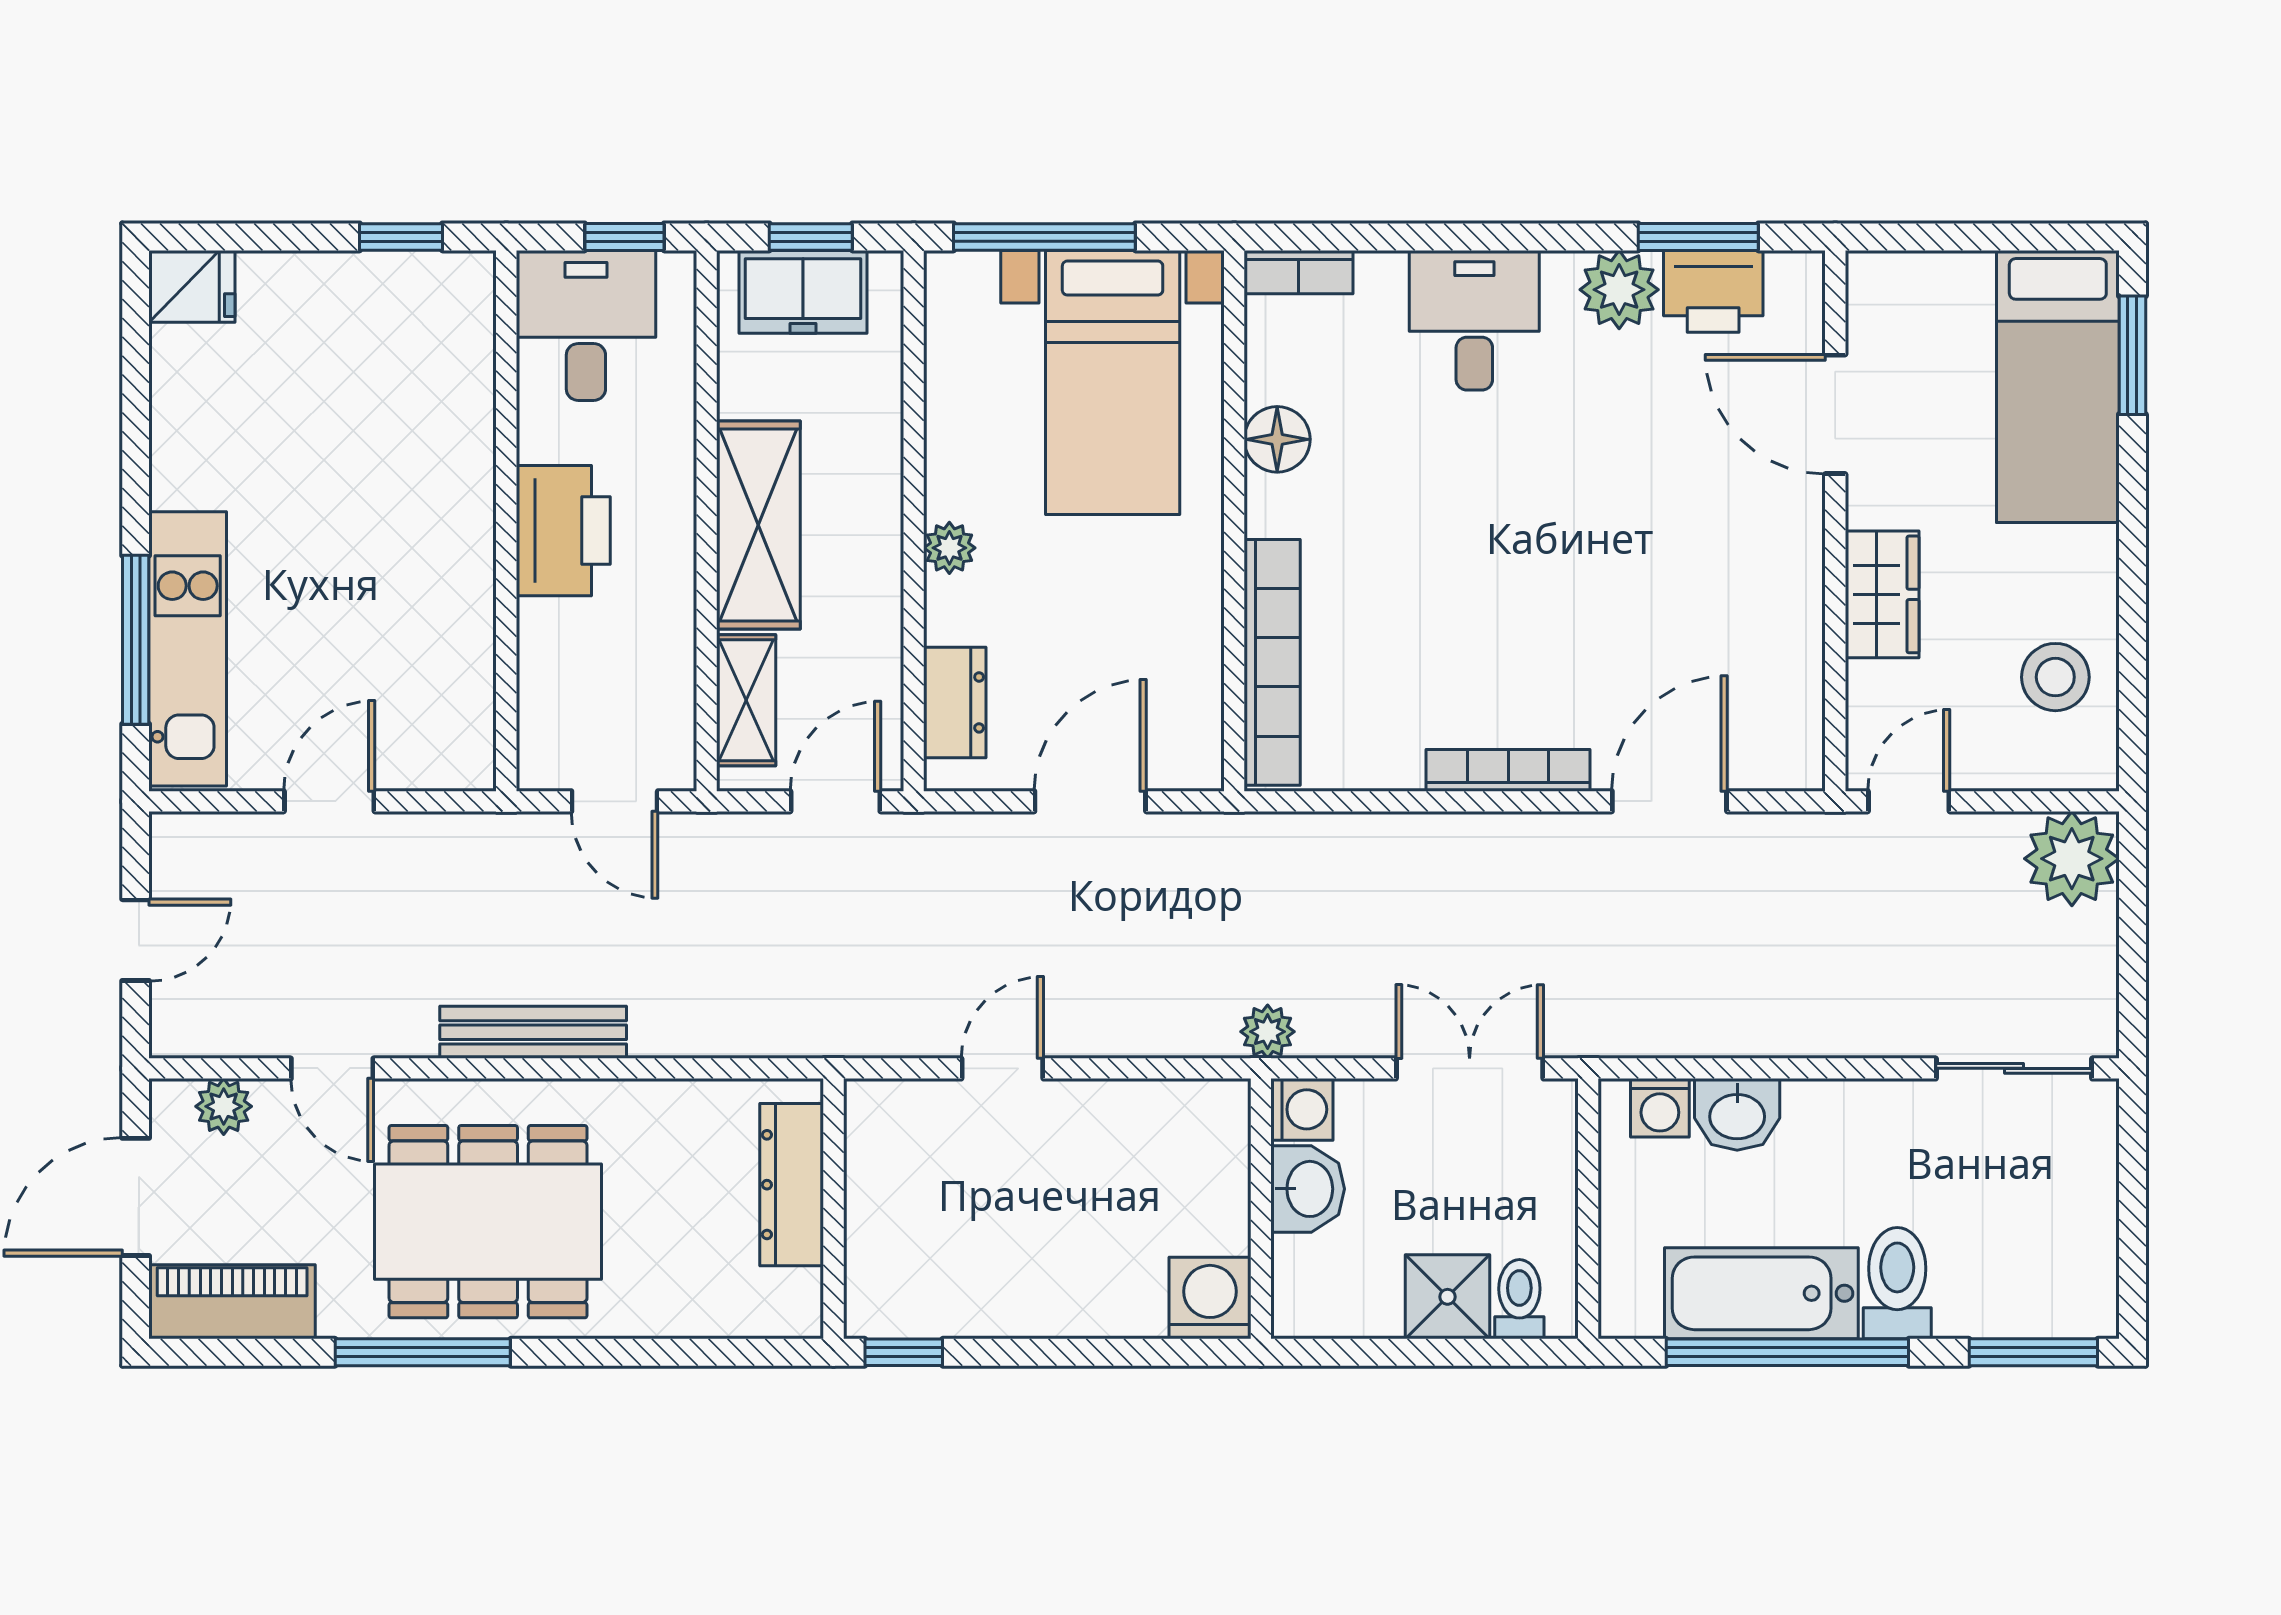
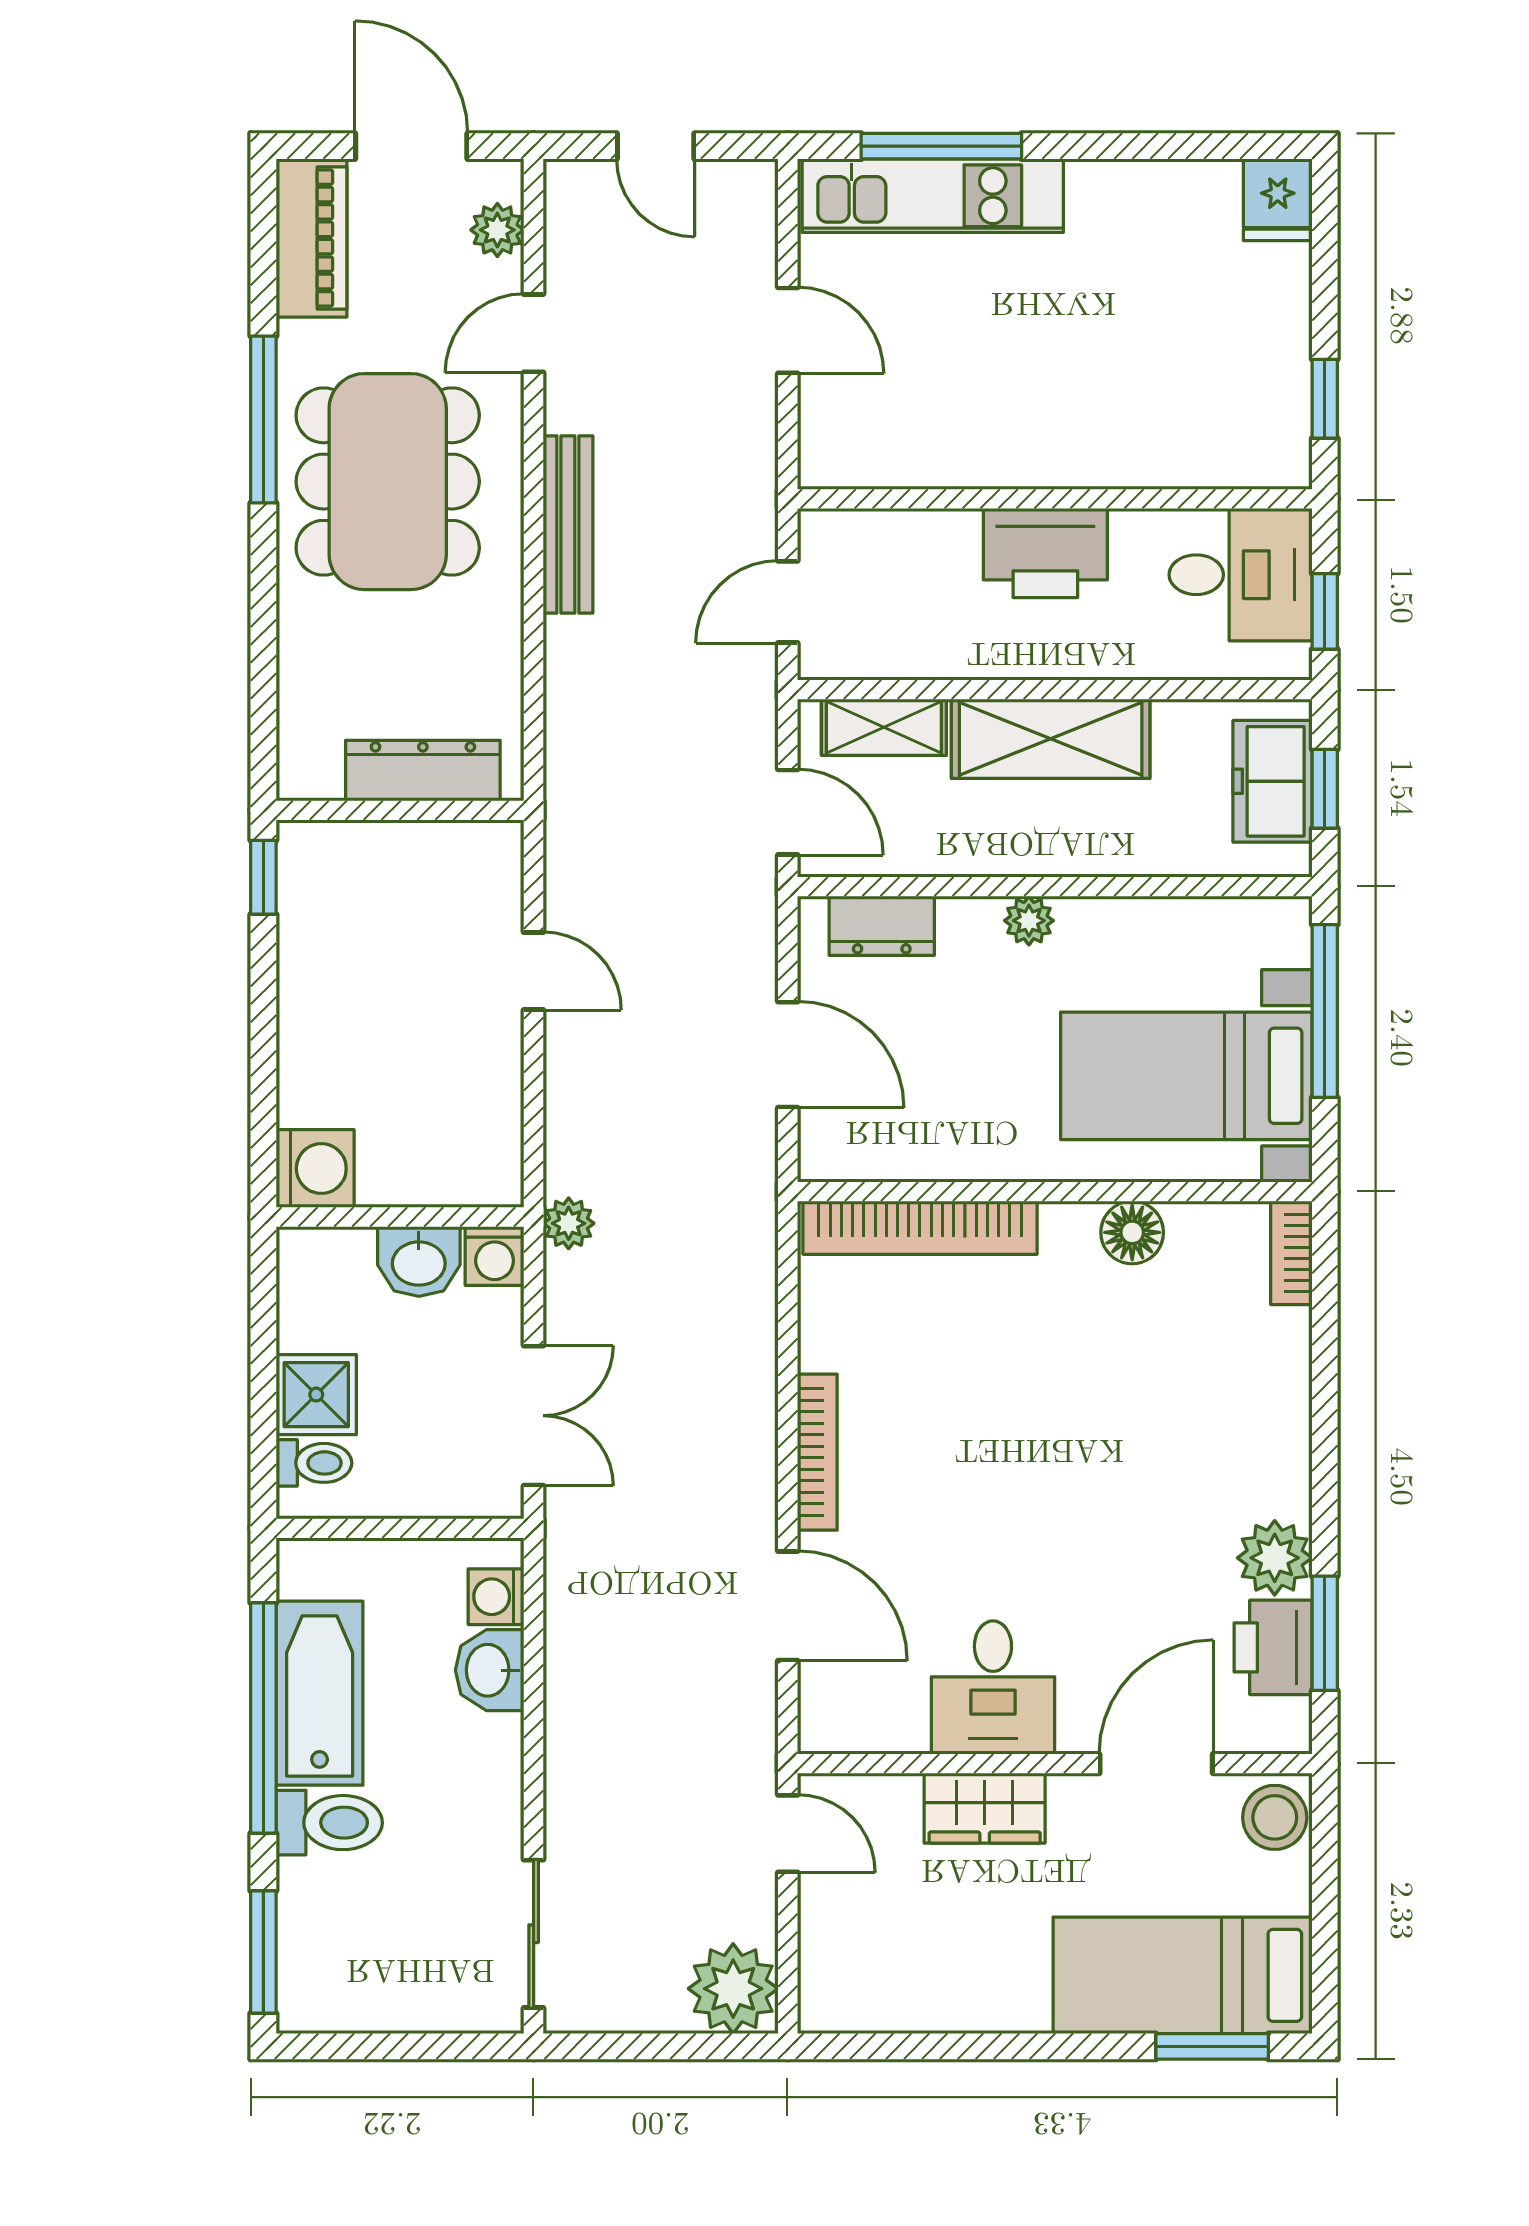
desk: (1474, 320) -> (993, 1687), moved, turned 90
stool: (2055, 677) -> (1275, 1817), moved

